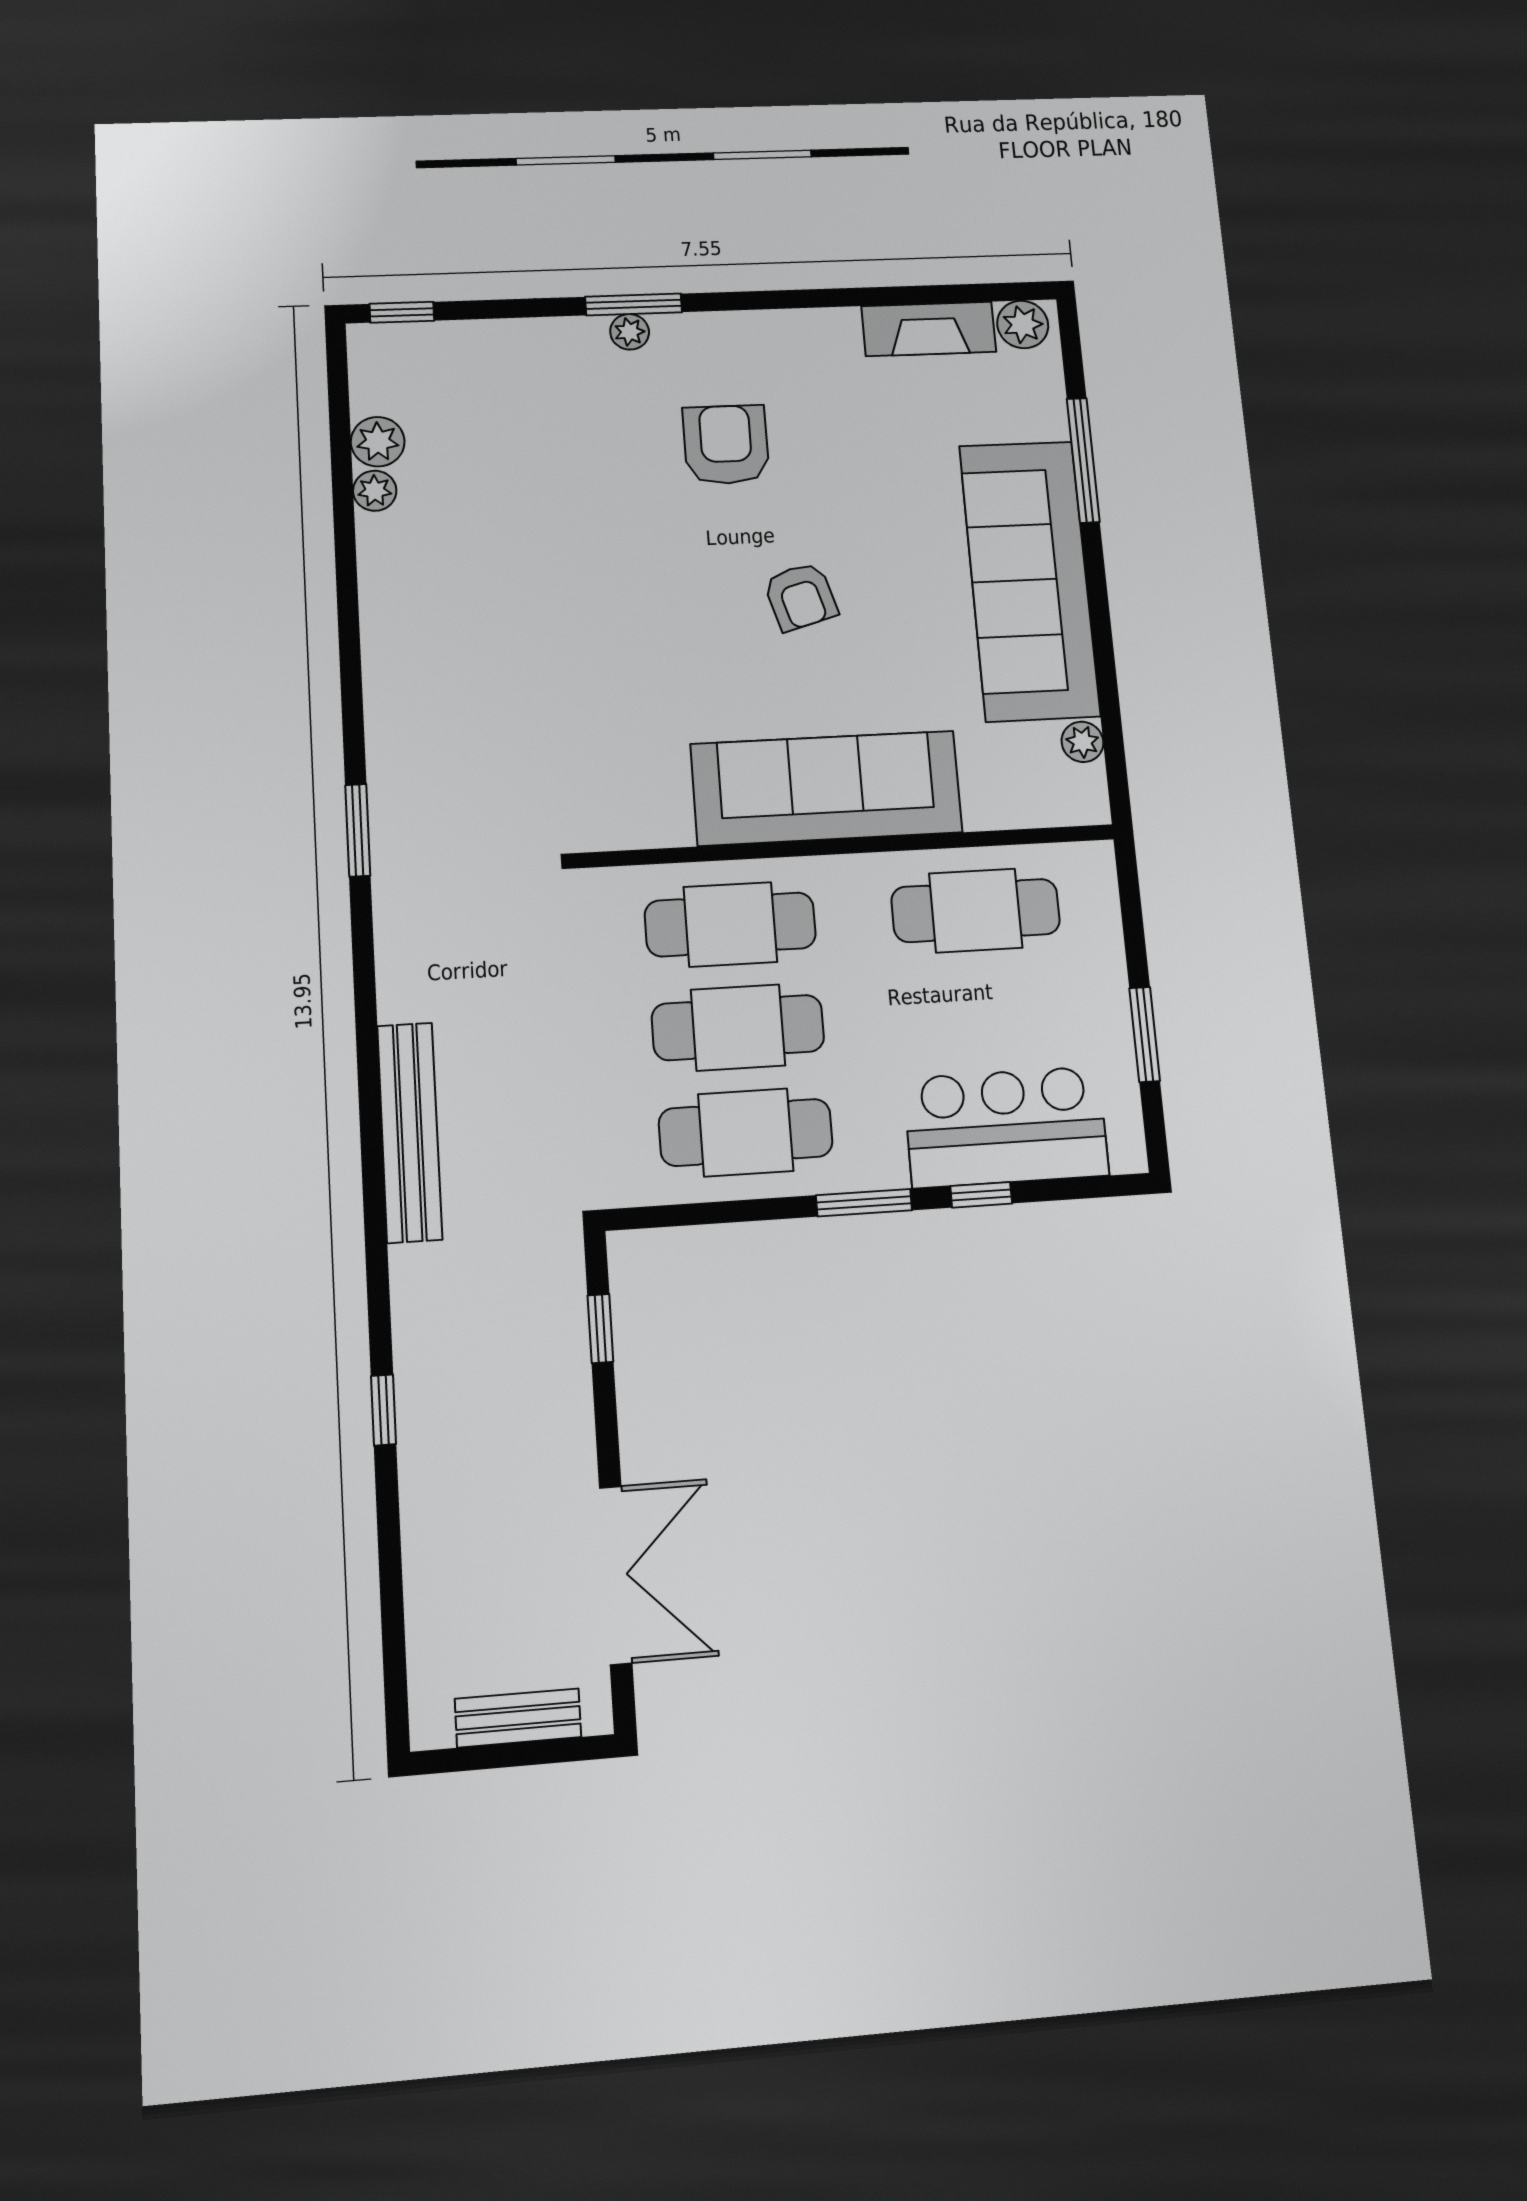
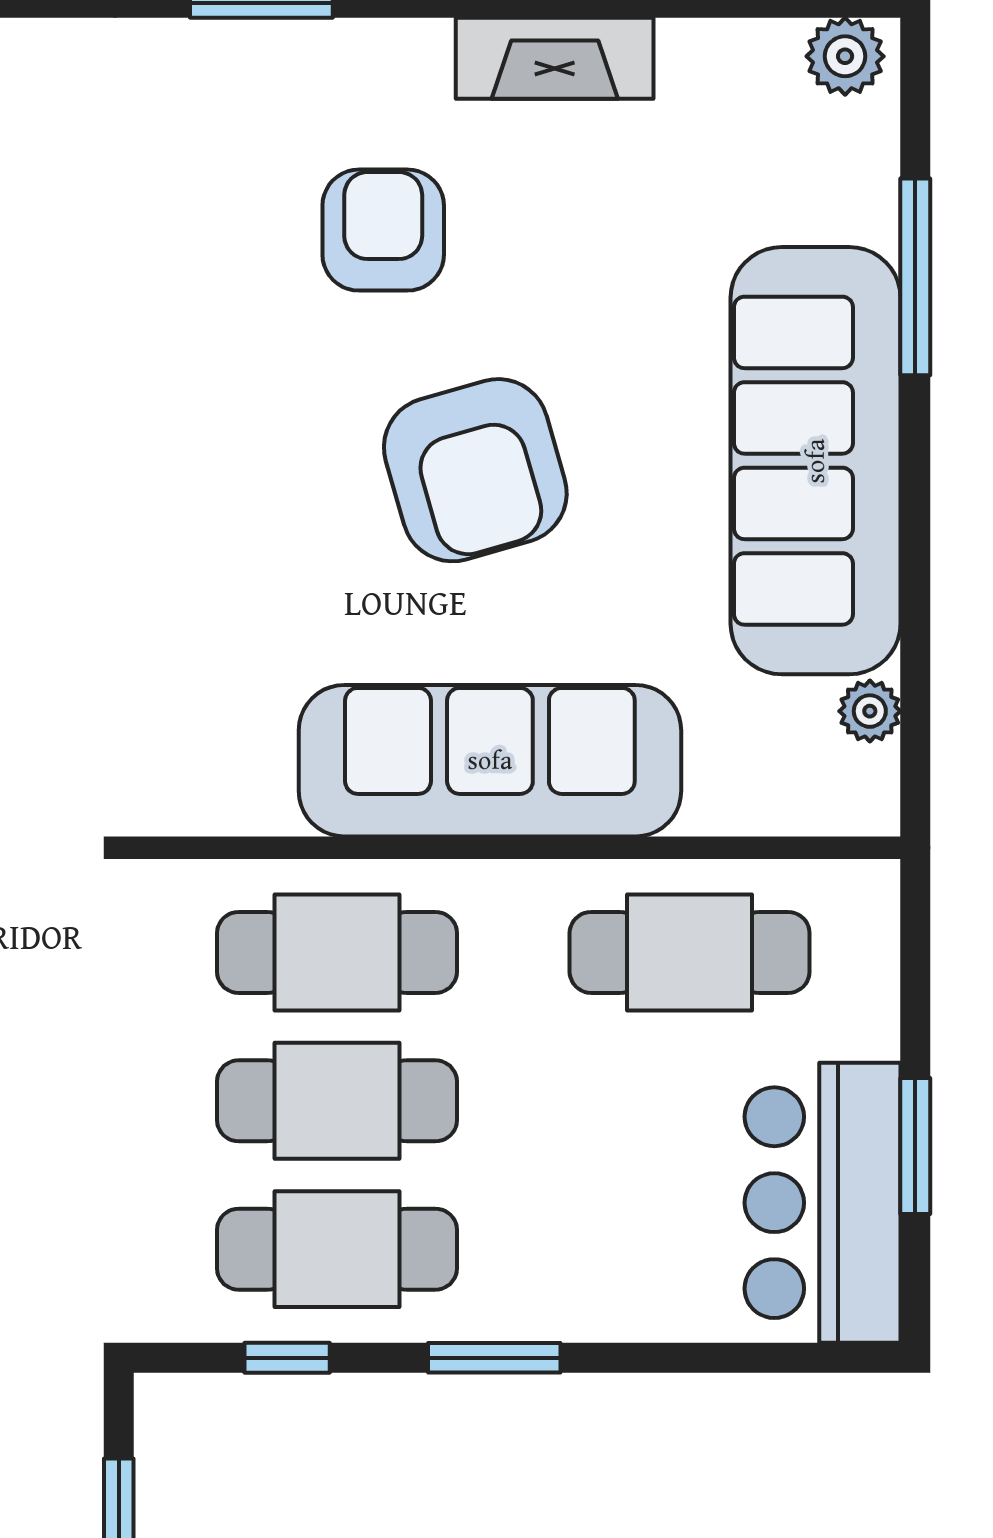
fireplace: (929, 329) -> (555, 58), moved
plant: (630, 332) -> (253, 46), removed
armchair: (801, 597) -> (475, 470), width x1.88, depth x1.88
bar counter: (1006, 1127) -> (823, 1203), moved, turned -90
window: (981, 1195) -> (287, 1358), moved

